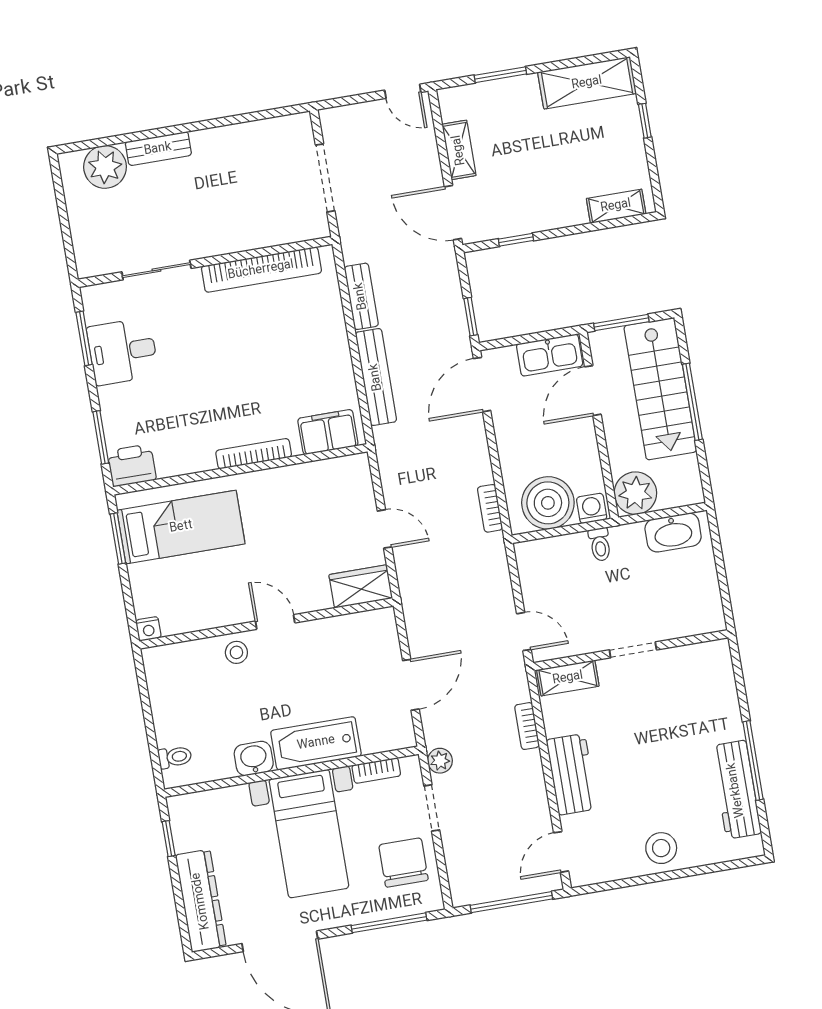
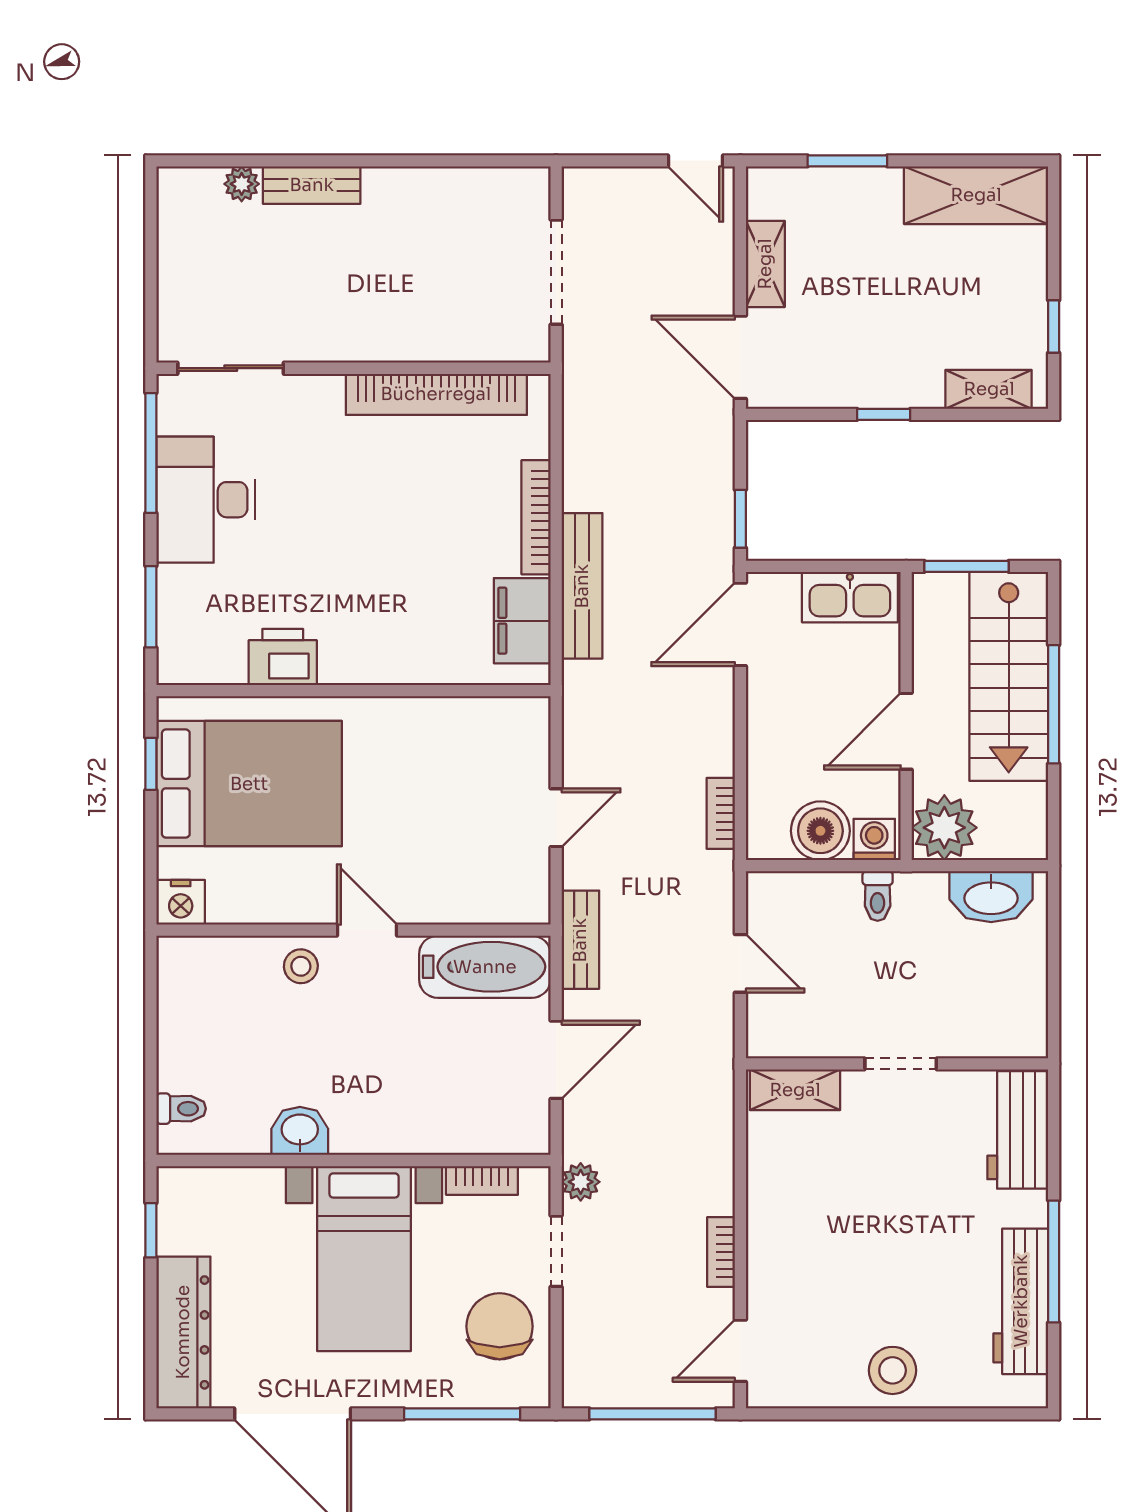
window: (645, 121) -> (1054, 326), moved
plant: (105, 167) -> (242, 184), width x0.53, depth x0.53
window: (516, 240) -> (884, 414), moved
sliding door: (156, 270) -> (231, 368), moved
bench: (361, 296) -> (580, 940), moved
window: (84, 338) -> (151, 453), width x1.44
desk: (123, 351) -> (206, 500), width x1.37
door: (593, 391) -> (906, 731), moved
filing cabinet: (328, 432) -> (522, 621), moved, turned -90
bookcase: (254, 454) -> (536, 517), moved, turned -90
printer: (132, 465) -> (283, 657), moved
boiler: (548, 503) -> (820, 831), width x0.73, depth x0.73
bed: (181, 527) -> (249, 784), width x1.50
door: (385, 529) -> (556, 818), hinge flipped
window: (118, 538) -> (151, 764), width x0.67
wardrobe: (361, 586) -> (505, 898), removed
nightstand: (148, 629) -> (181, 902), width x1.39, depth x1.35
door: (524, 632) -> (740, 963), moved
bookcase: (527, 726) -> (721, 1252), moved
bathtub: (316, 743) -> (485, 967), moved, turned 180
workbench: (572, 774) -> (1018, 1130), moved, turned 180

